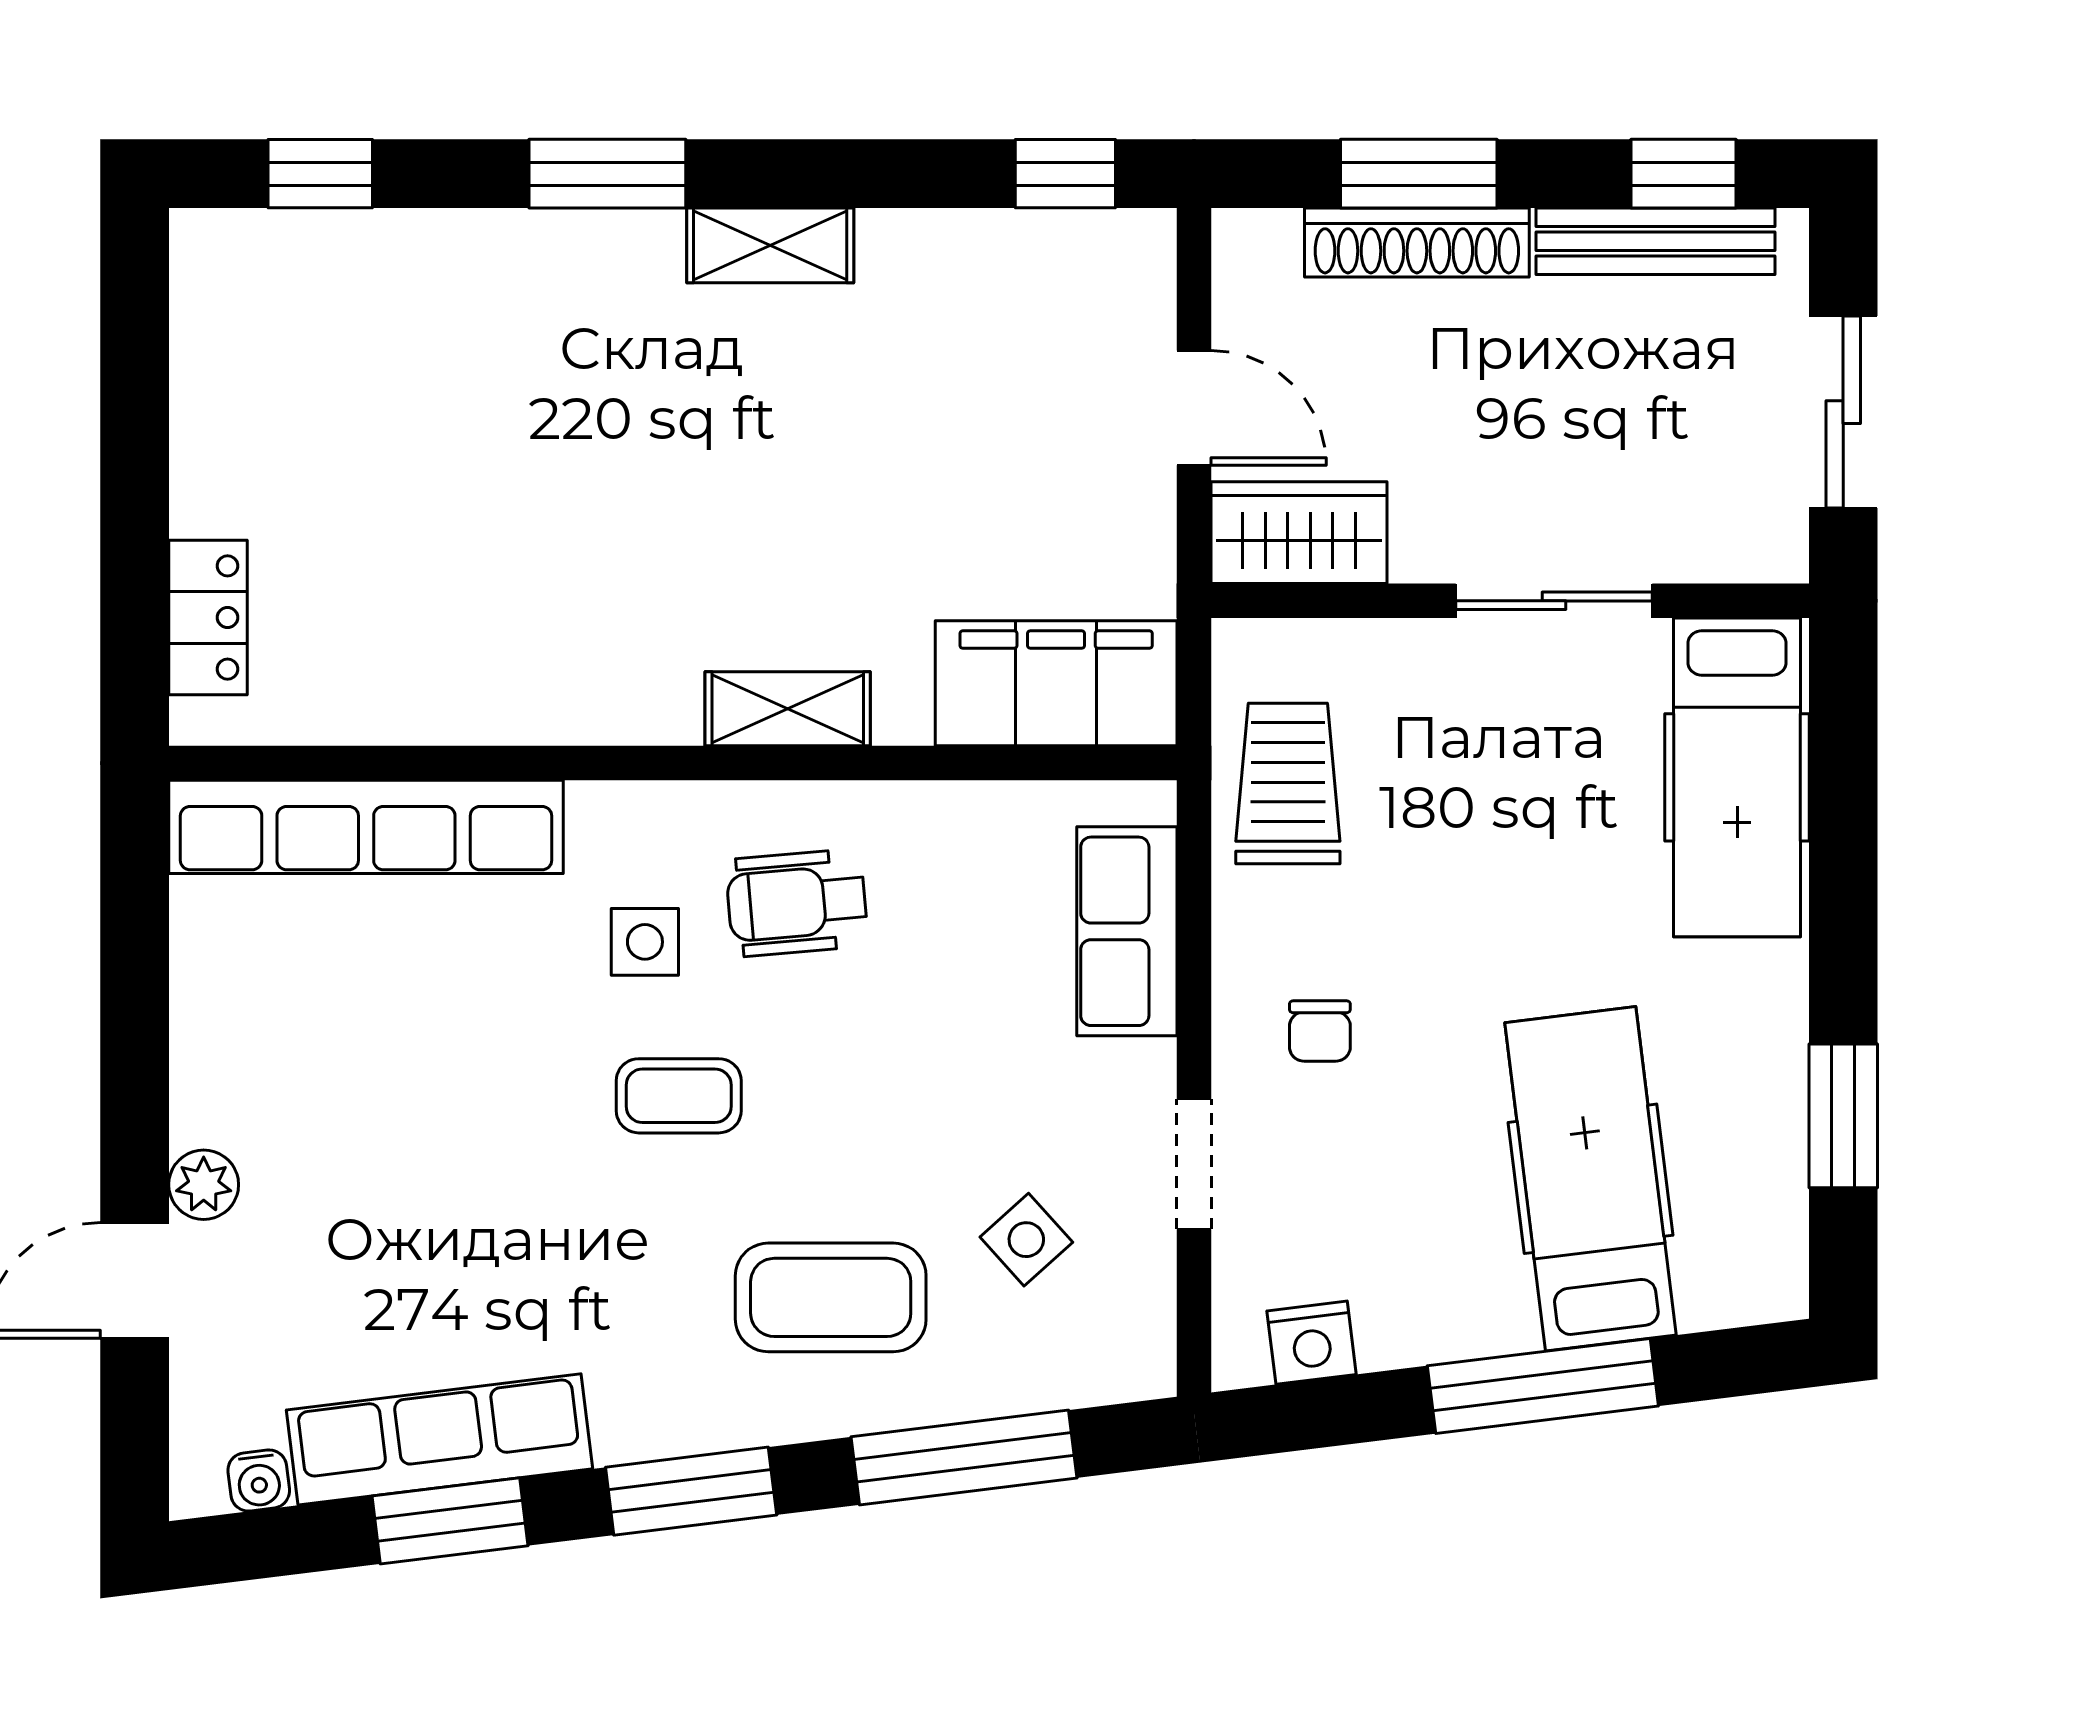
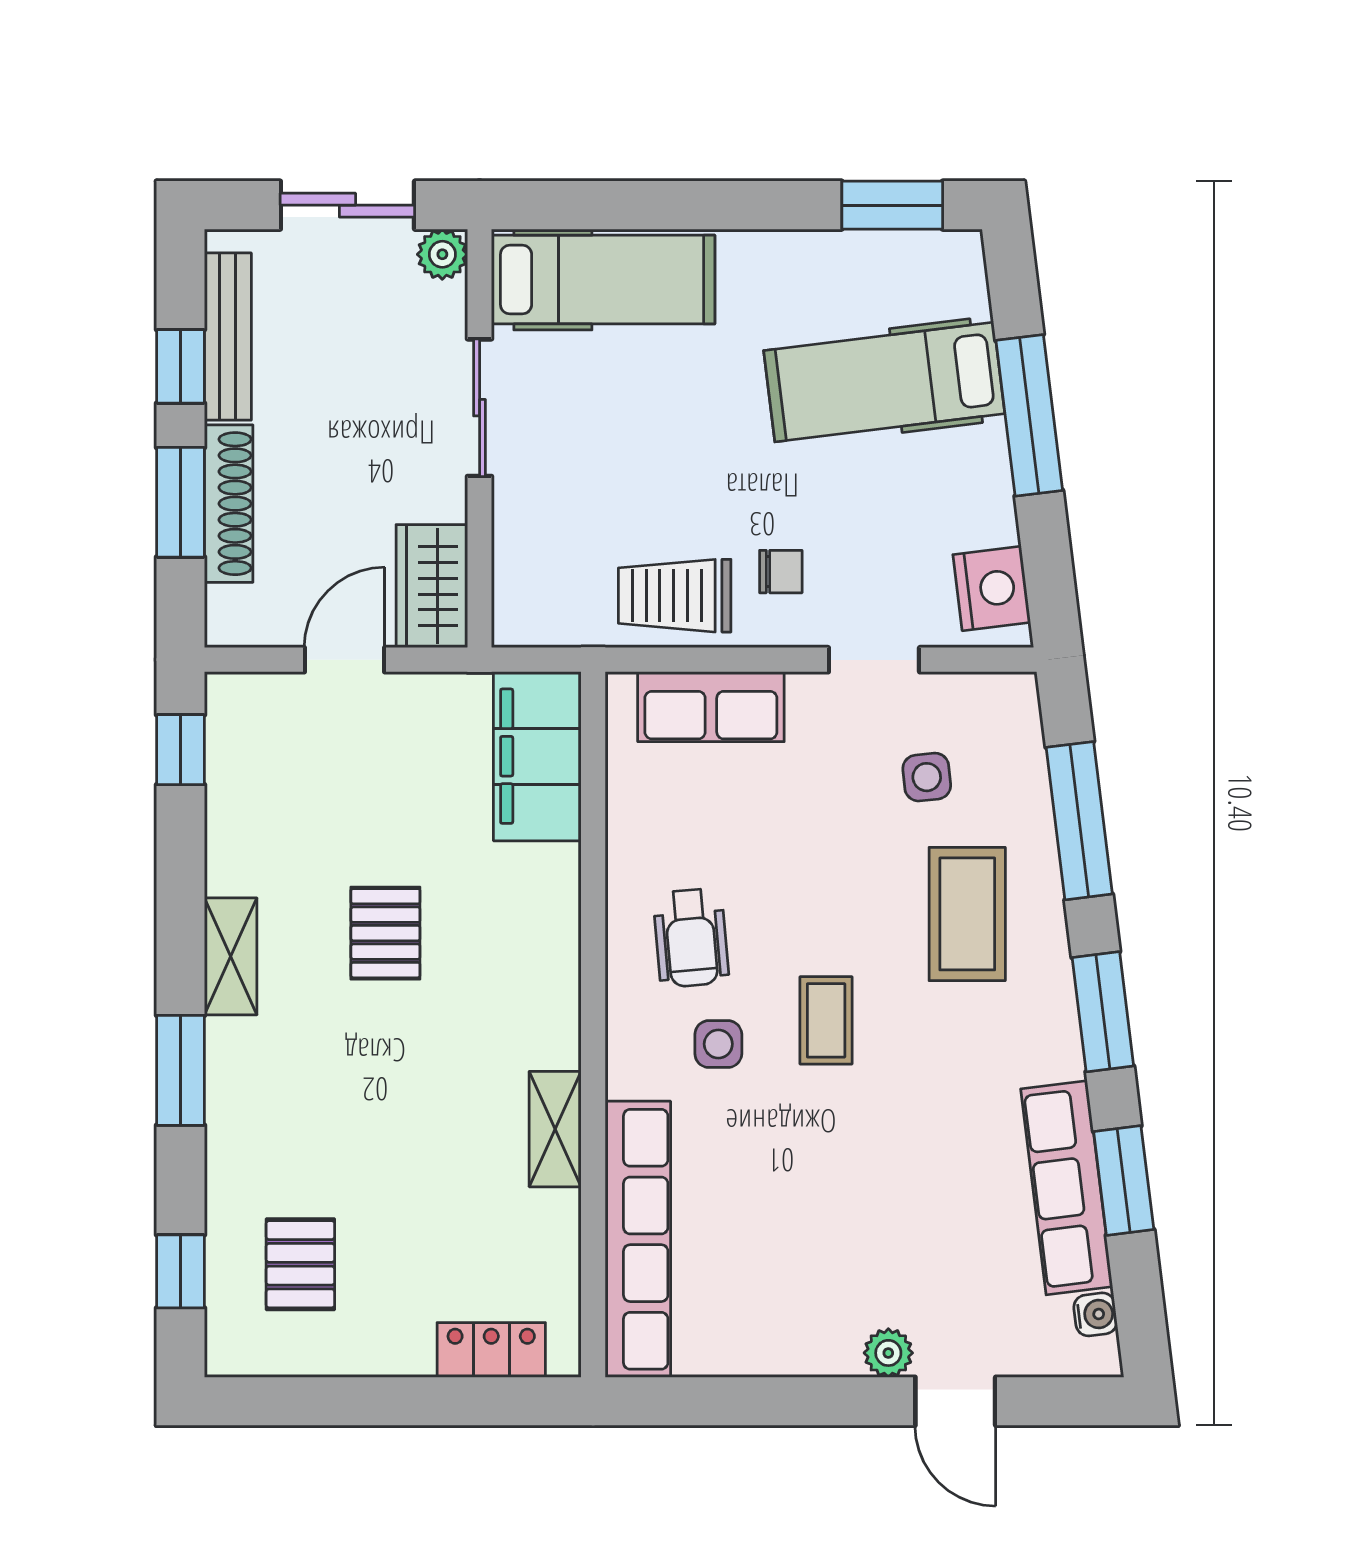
window: (1683, 174) -> (180, 366), moved
pallet: (330, 345) -> (300, 1264), added
pallet: (803, 466) -> (385, 933), added
plant: (1773, 548) -> (442, 254), added
shelving: (788, 709) -> (555, 1129), moved
trolley: (1288, 784) -> (675, 596), moved
window: (1843, 1116) -> (892, 205), moved
side table: (1026, 1240) -> (927, 777), turned 36
nightstand: (1312, 1343) -> (992, 589), width x1.36, depth x1.33

